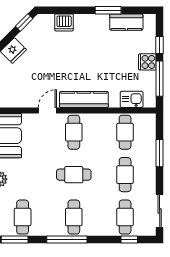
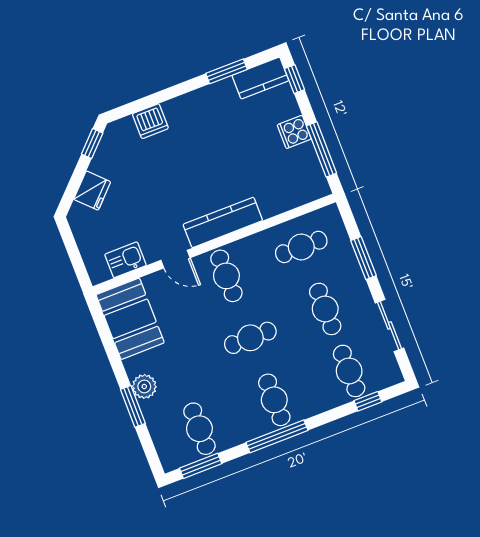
window: (108, 10) -> (226, 71), moved
kitchen counter: (126, 22) -> (260, 78), moved
window: (160, 45) -> (294, 79), moved
kitchen sink: (132, 99) -> (125, 260), moved
door: (47, 110) -> (176, 259), swing flipped
cafe table: (125, 132) -> (301, 247), turned 90
sliding door: (160, 211) -> (390, 325), moved

